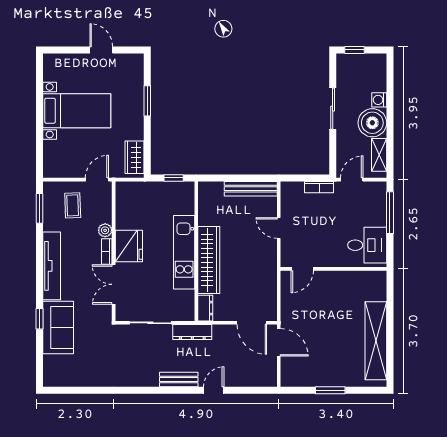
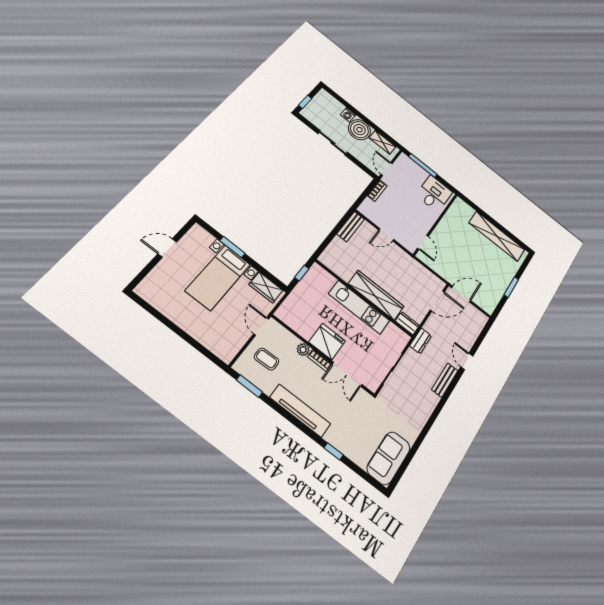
bed with nightstands: (77, 111) -> (218, 278), moved, turned 180
bench: (251, 189) -> (351, 227), width x0.73
sofa: (58, 328) -> (389, 458), moved, turned -90
dresser: (192, 332) -> (421, 341), width x0.70

